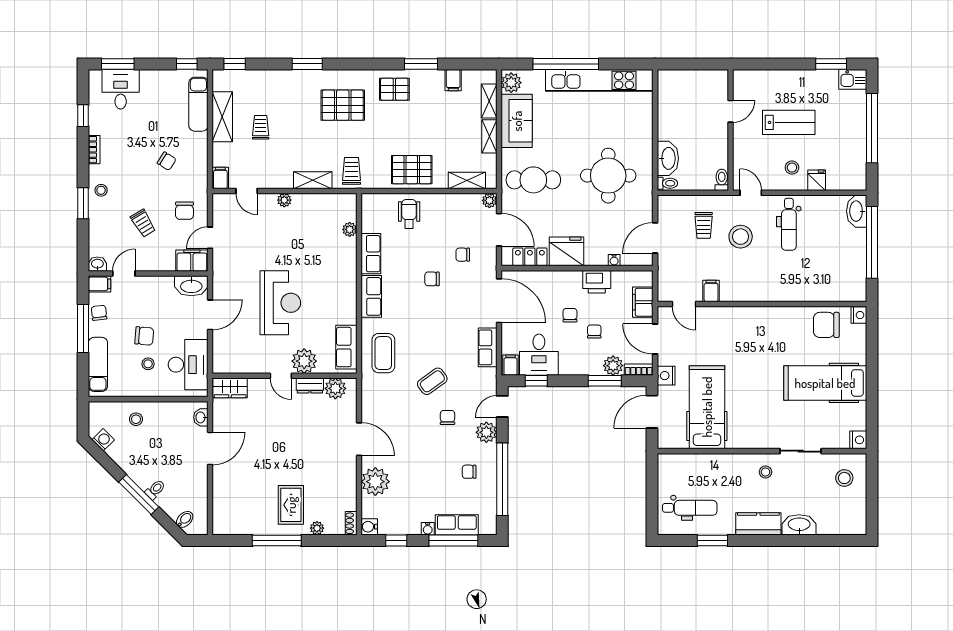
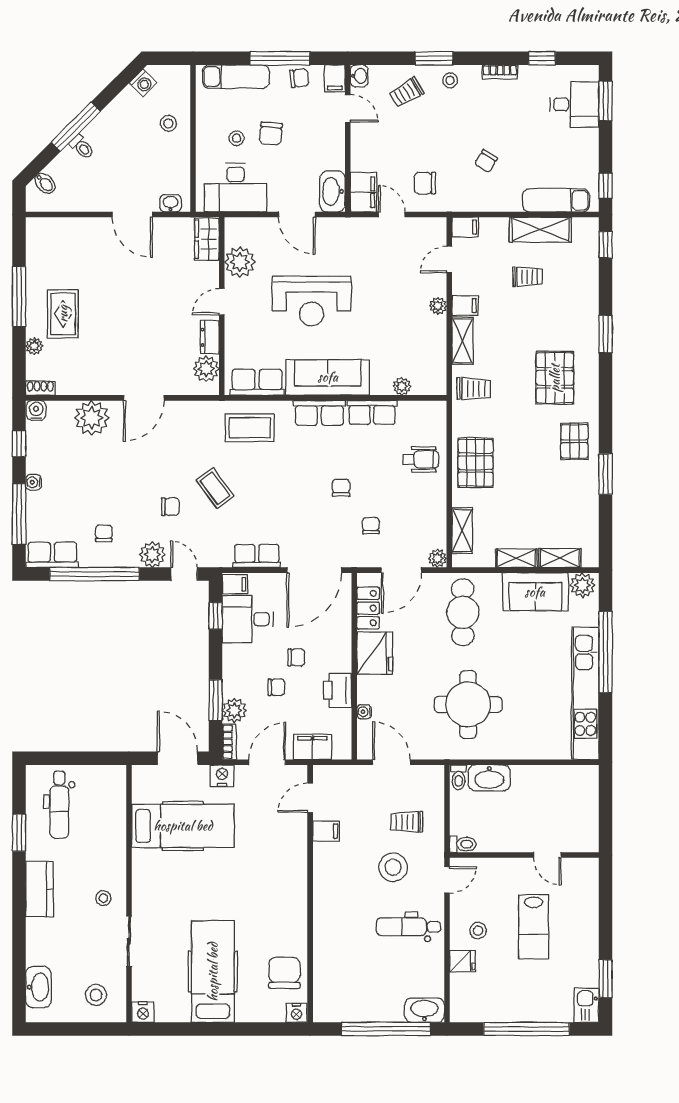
filing cabinet: (453, 80) -> (465, 306), moved, turned 180
trolley: (143, 223) -> (406, 93), moved
sofa: (342, 290) -> (328, 377), added
plant: (304, 361) -> (240, 262), moved
rug: (291, 505) -> (63, 314), turned 90
row of seats: (457, 525) -> (52, 555), moved, turned -90
washbasin: (799, 525) -> (38, 987), moved

